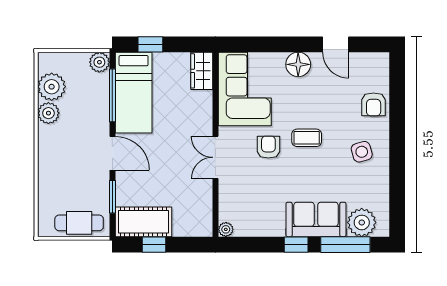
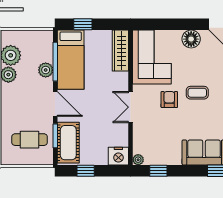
plant: (99, 62) -> (46, 70), moved
wardrobe: (202, 71) -> (120, 51), width x1.50
cot: (144, 222) -> (68, 143), moved, turned 90
cafe table: (79, 223) -> (30, 140), moved
nightstand: (199, 225) -> (118, 156), added
window: (296, 245) -> (158, 171), moved

